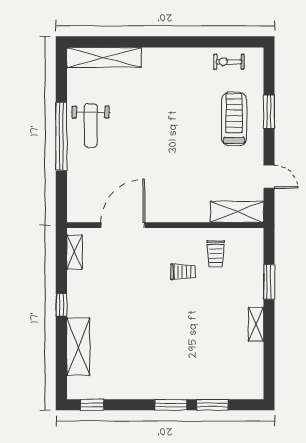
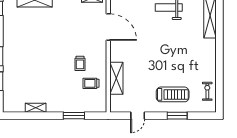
shelving: (237, 212) -> (116, 78), moved
shelving: (256, 324) -> (36, 108), moved

